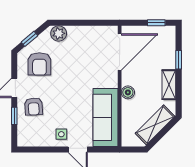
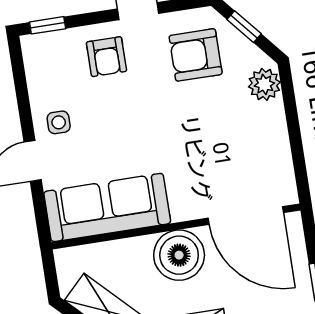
boiler: (128, 92) -> (179, 255), width x1.86, depth x1.86
armchair: (34, 107) -> (106, 57), turned -87
window: (14, 116) -> (48, 25), moved

